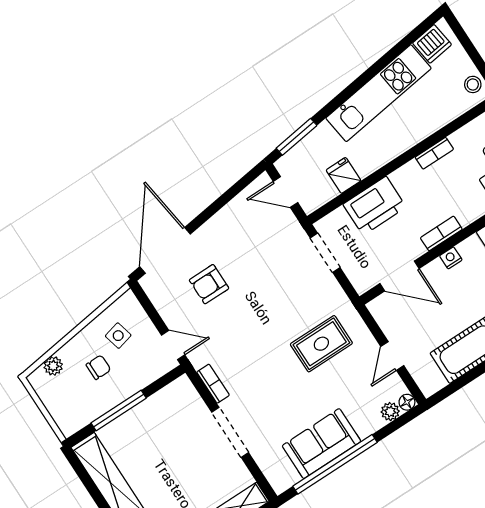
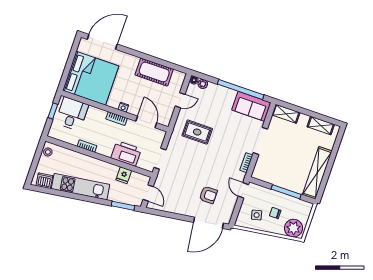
plant: (53, 366) -> (294, 228), width x1.87, depth x1.87
sofa: (321, 444) -> (251, 106), moved

